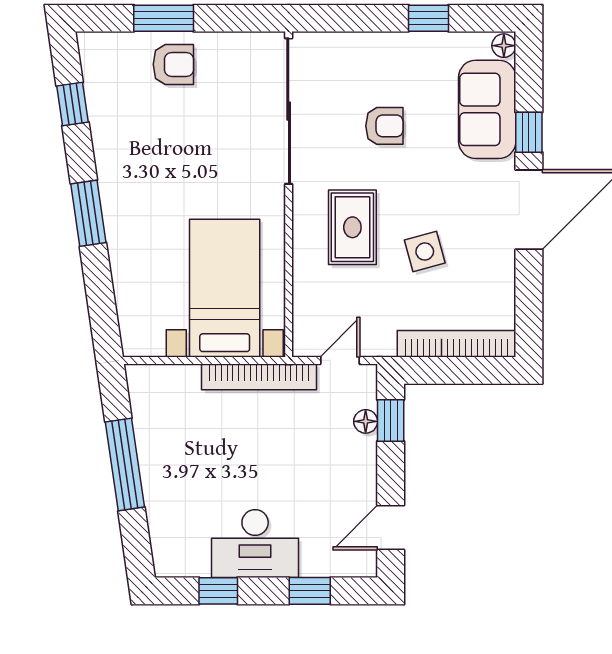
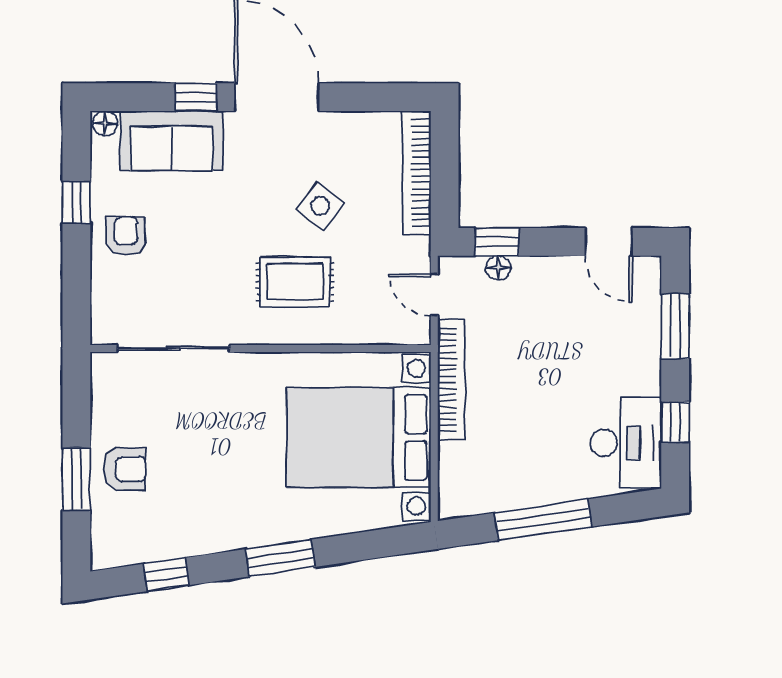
armchair: (173, 64) -> (125, 469), turned 90
sliding door: (289, 111) -> (173, 348), width x0.73
armchair: (384, 126) -> (126, 236), moved
side table: (425, 252) -> (320, 206), turned -37
bed with nightstands: (225, 288) -> (359, 437), width x1.36
desk: (255, 544) -> (626, 443), moved
window: (310, 591) -> (675, 326), width x1.50

